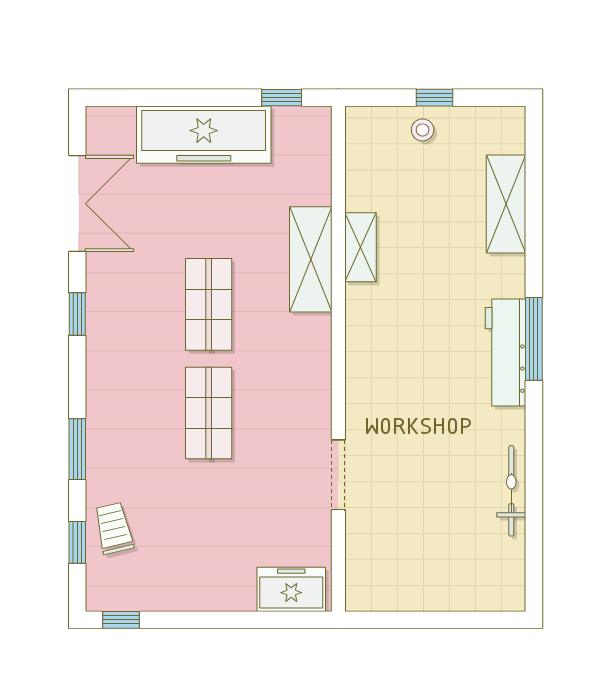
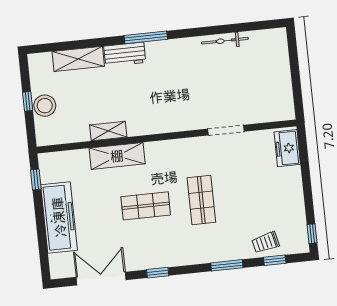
stool: (423, 130) -> (45, 106), width x1.89, depth x1.89
workbench: (505, 352) -> (125, 54), moved, width x0.73
shop shelf: (209, 413) -> (201, 200), turned 90

